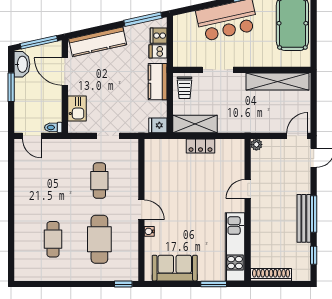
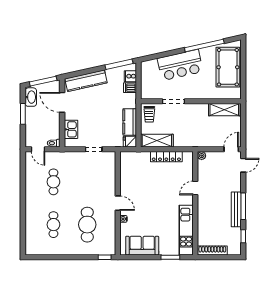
shelving: (277, 81) -> (224, 110), width x0.68
kitchen counter: (158, 82) -> (130, 122), moved
locker: (200, 146) -> (166, 157), width x1.53
cafe table: (99, 181) -> (53, 182), moved

